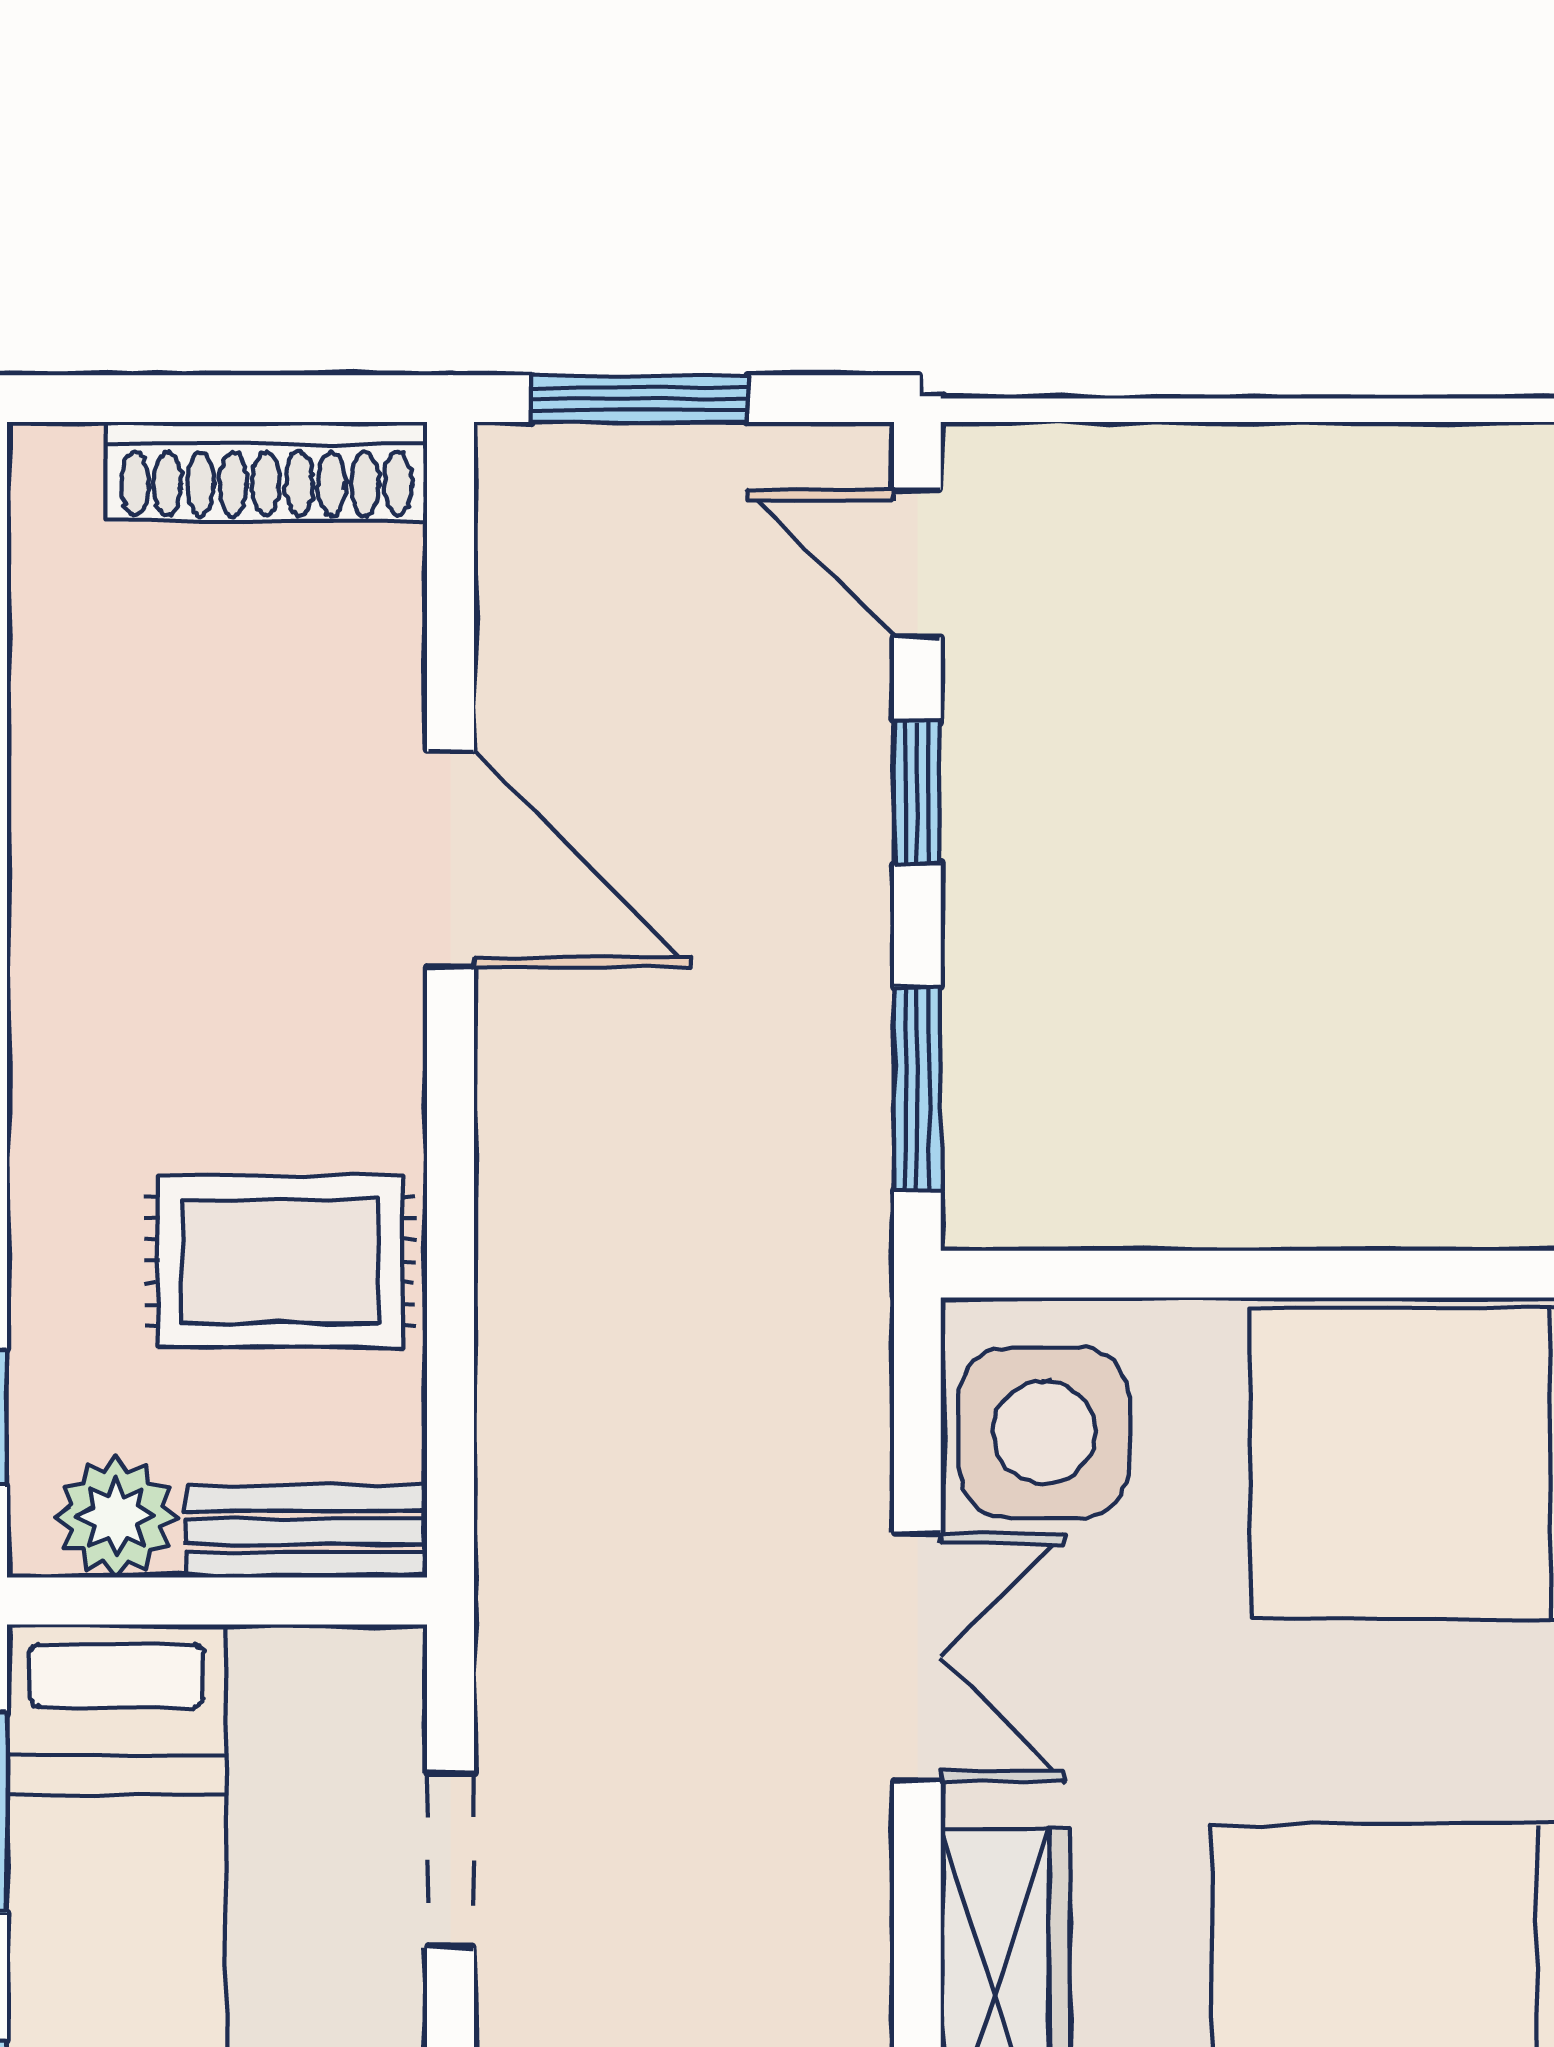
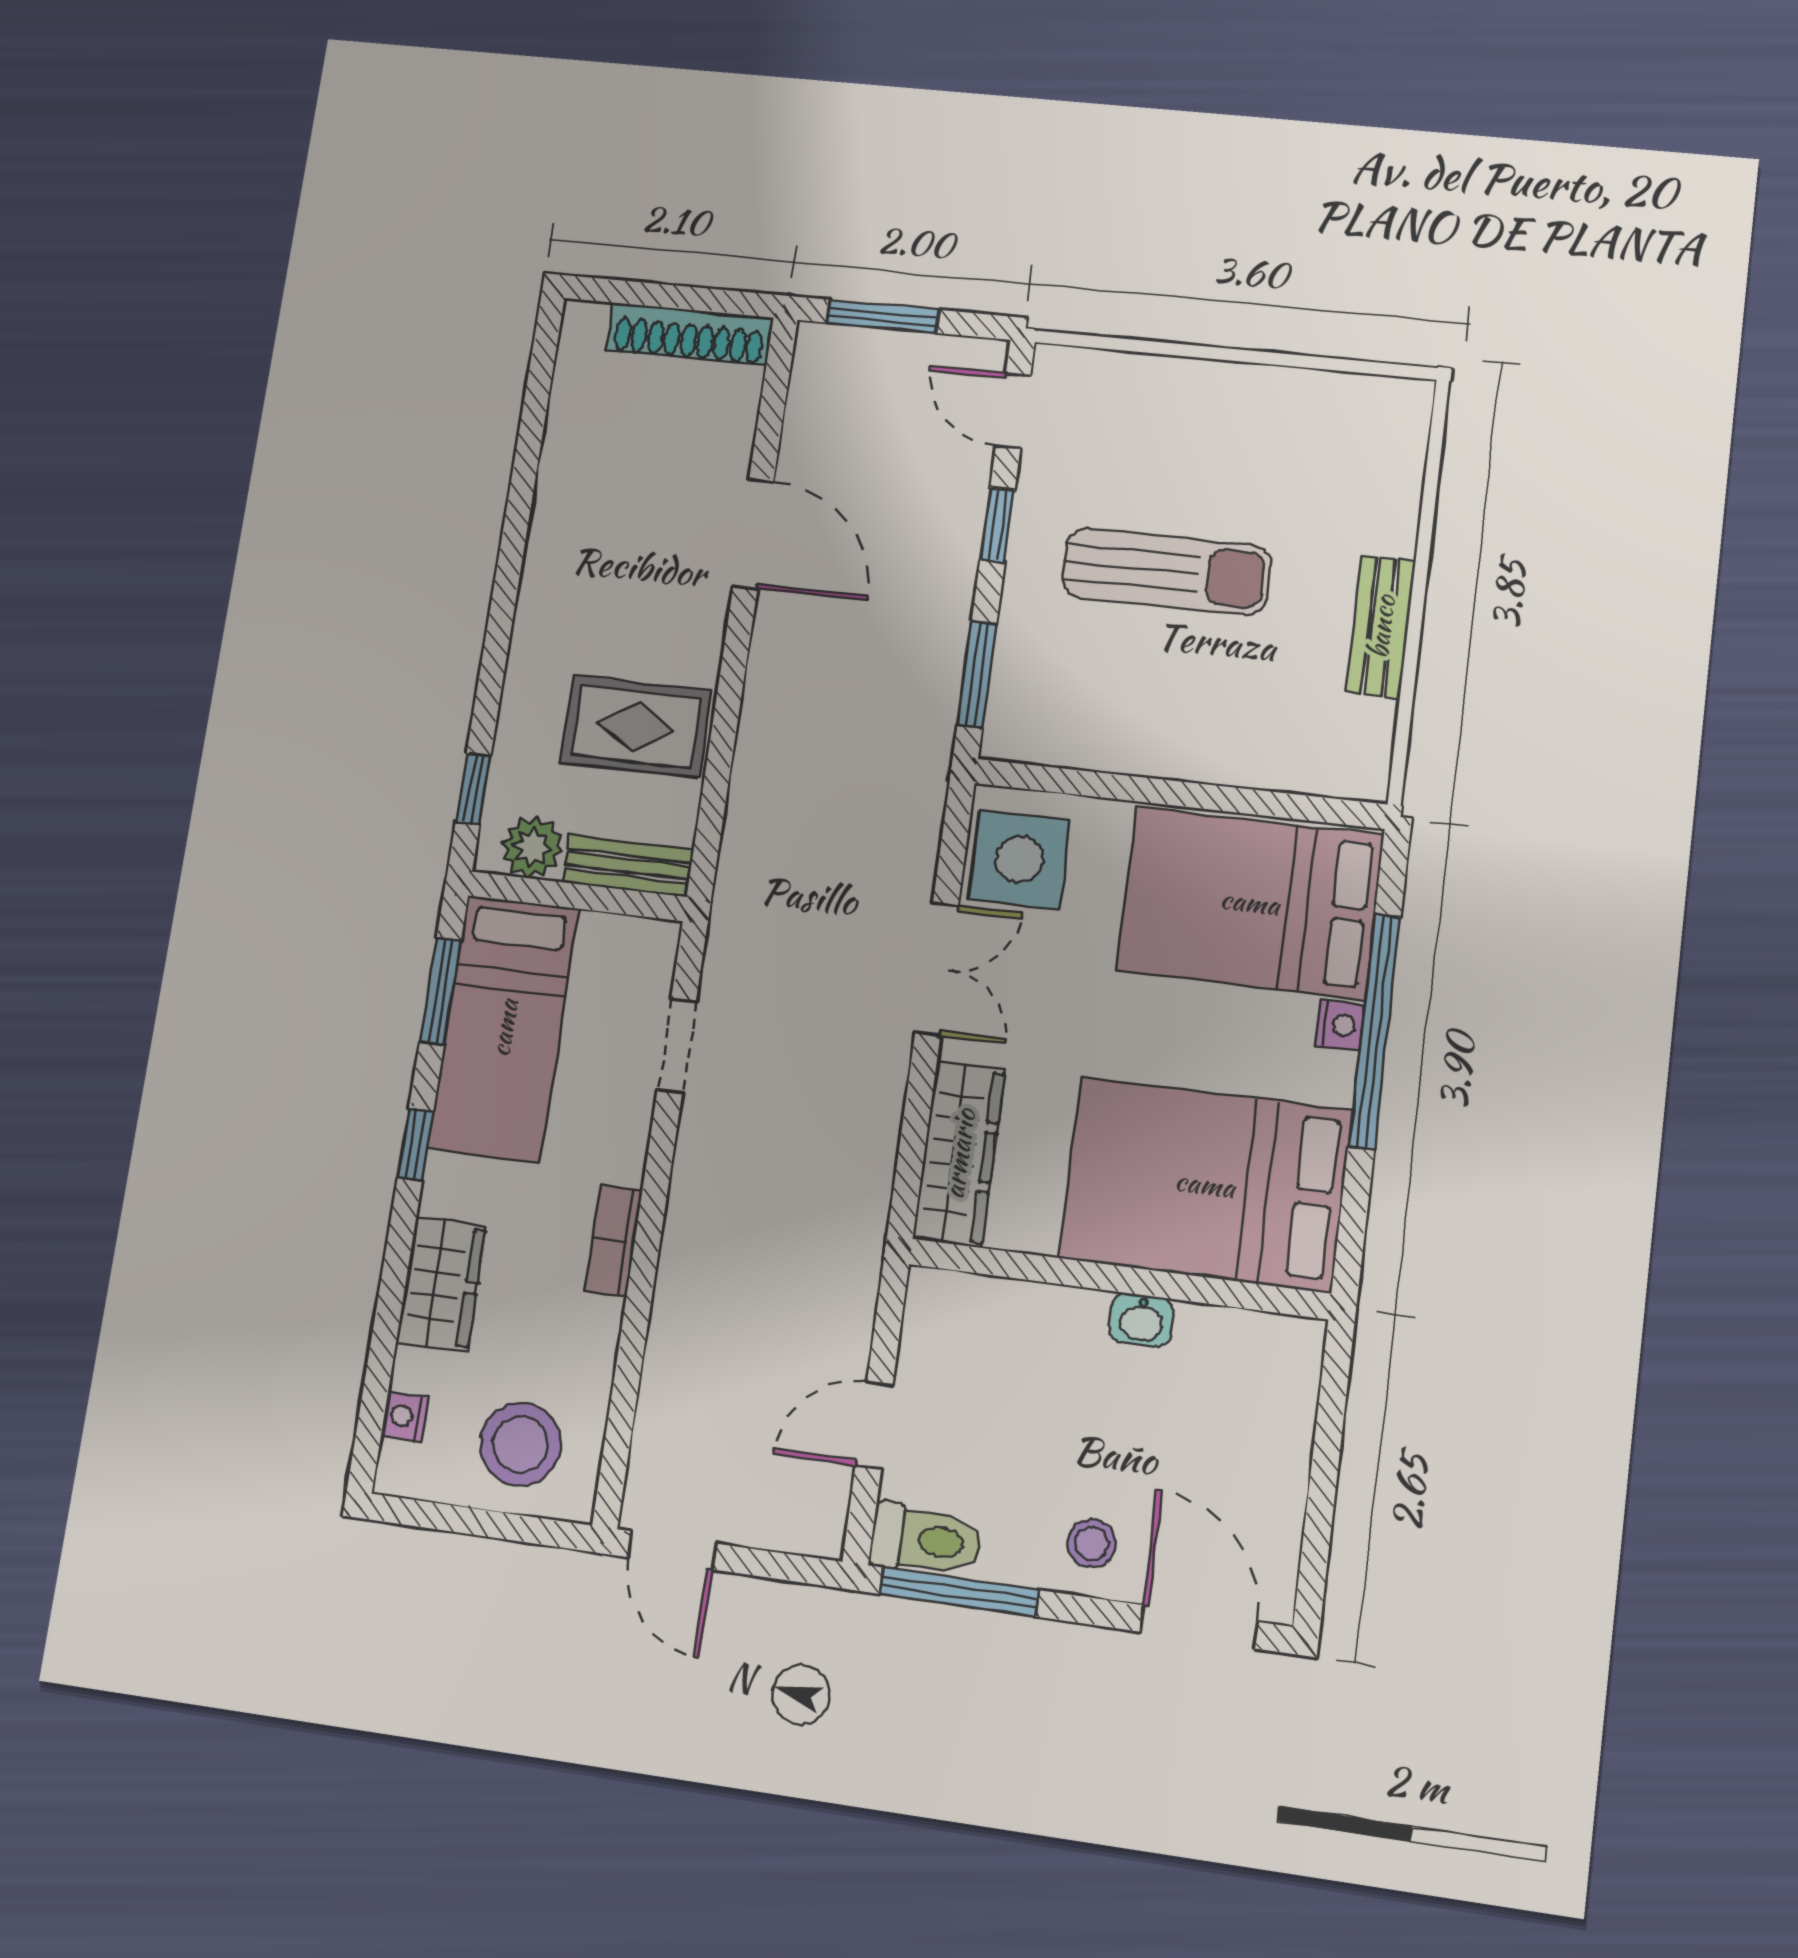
sun lounger: (1249, 850) -> (1166, 572), added

